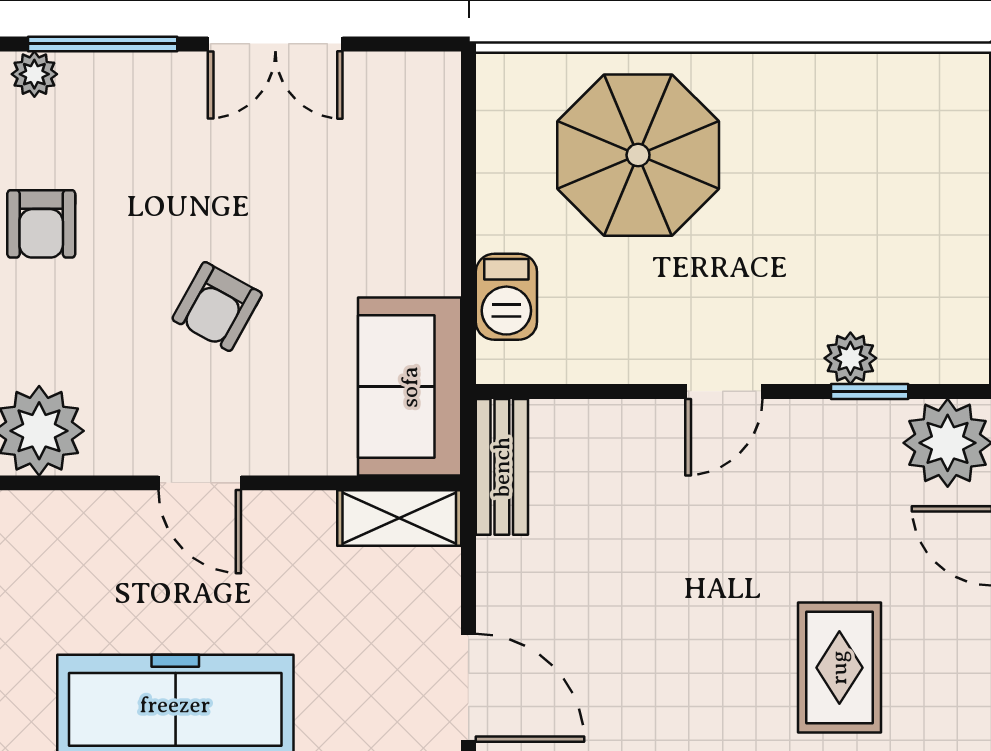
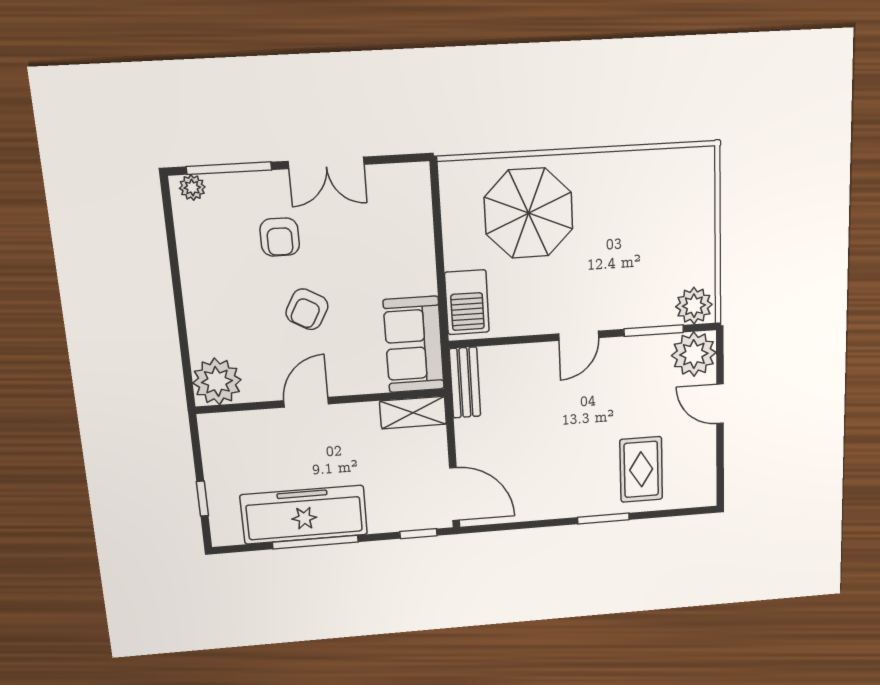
armchair: (41, 224) -> (280, 237), moved
barbecue: (506, 297) -> (467, 302), width x1.38, depth x1.27
plant: (850, 358) -> (694, 306), moved, width x1.38, depth x1.38
window: (870, 391) -> (654, 331), width x1.50
door: (200, 483) -> (306, 402), swing flipped

